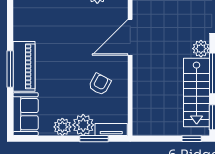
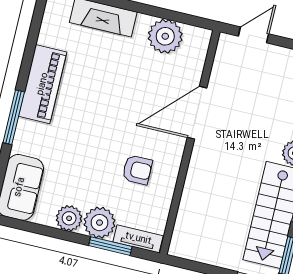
piano: (24, 66) -> (43, 84), moved
armchair: (100, 84) -> (137, 170), turned 62

